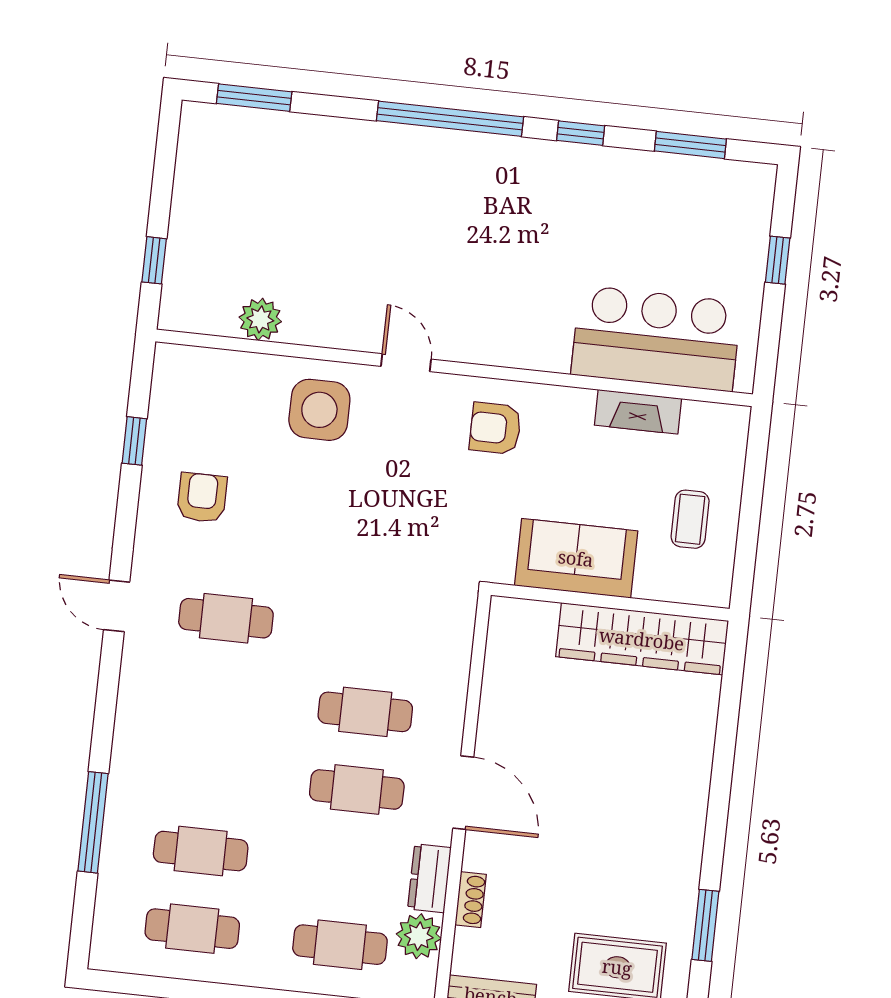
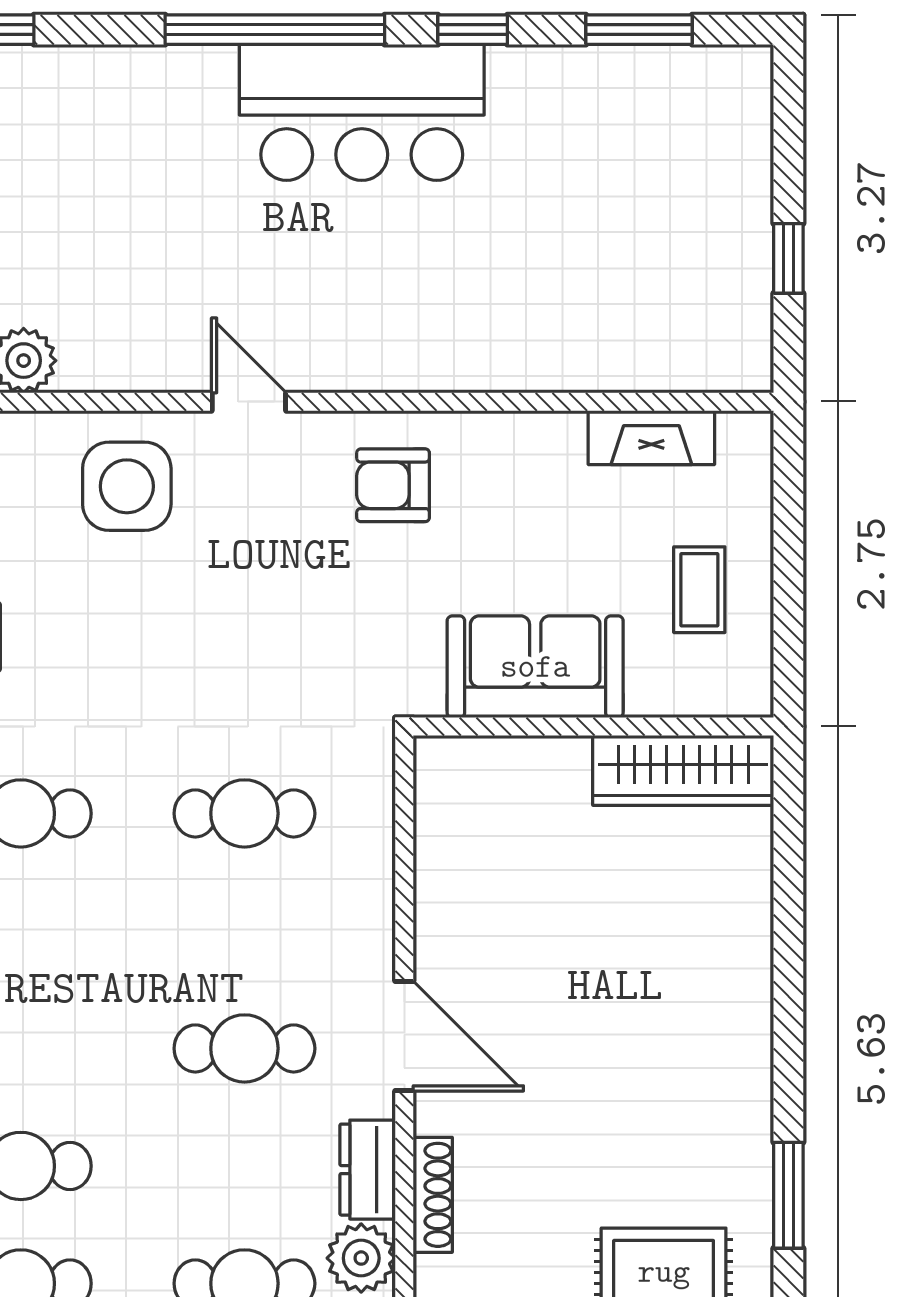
window: (778, 260) -> (788, 258), moved
bar counter: (656, 338) -> (362, 112), moved, turned 180
fireplace: (638, 412) -> (651, 438), moved
wardrobe: (642, 639) -> (683, 770), width x0.71, depth x0.85
cafe table: (365, 712) -> (244, 813), moved
shoe rack: (471, 900) -> (433, 1195), width x1.43

